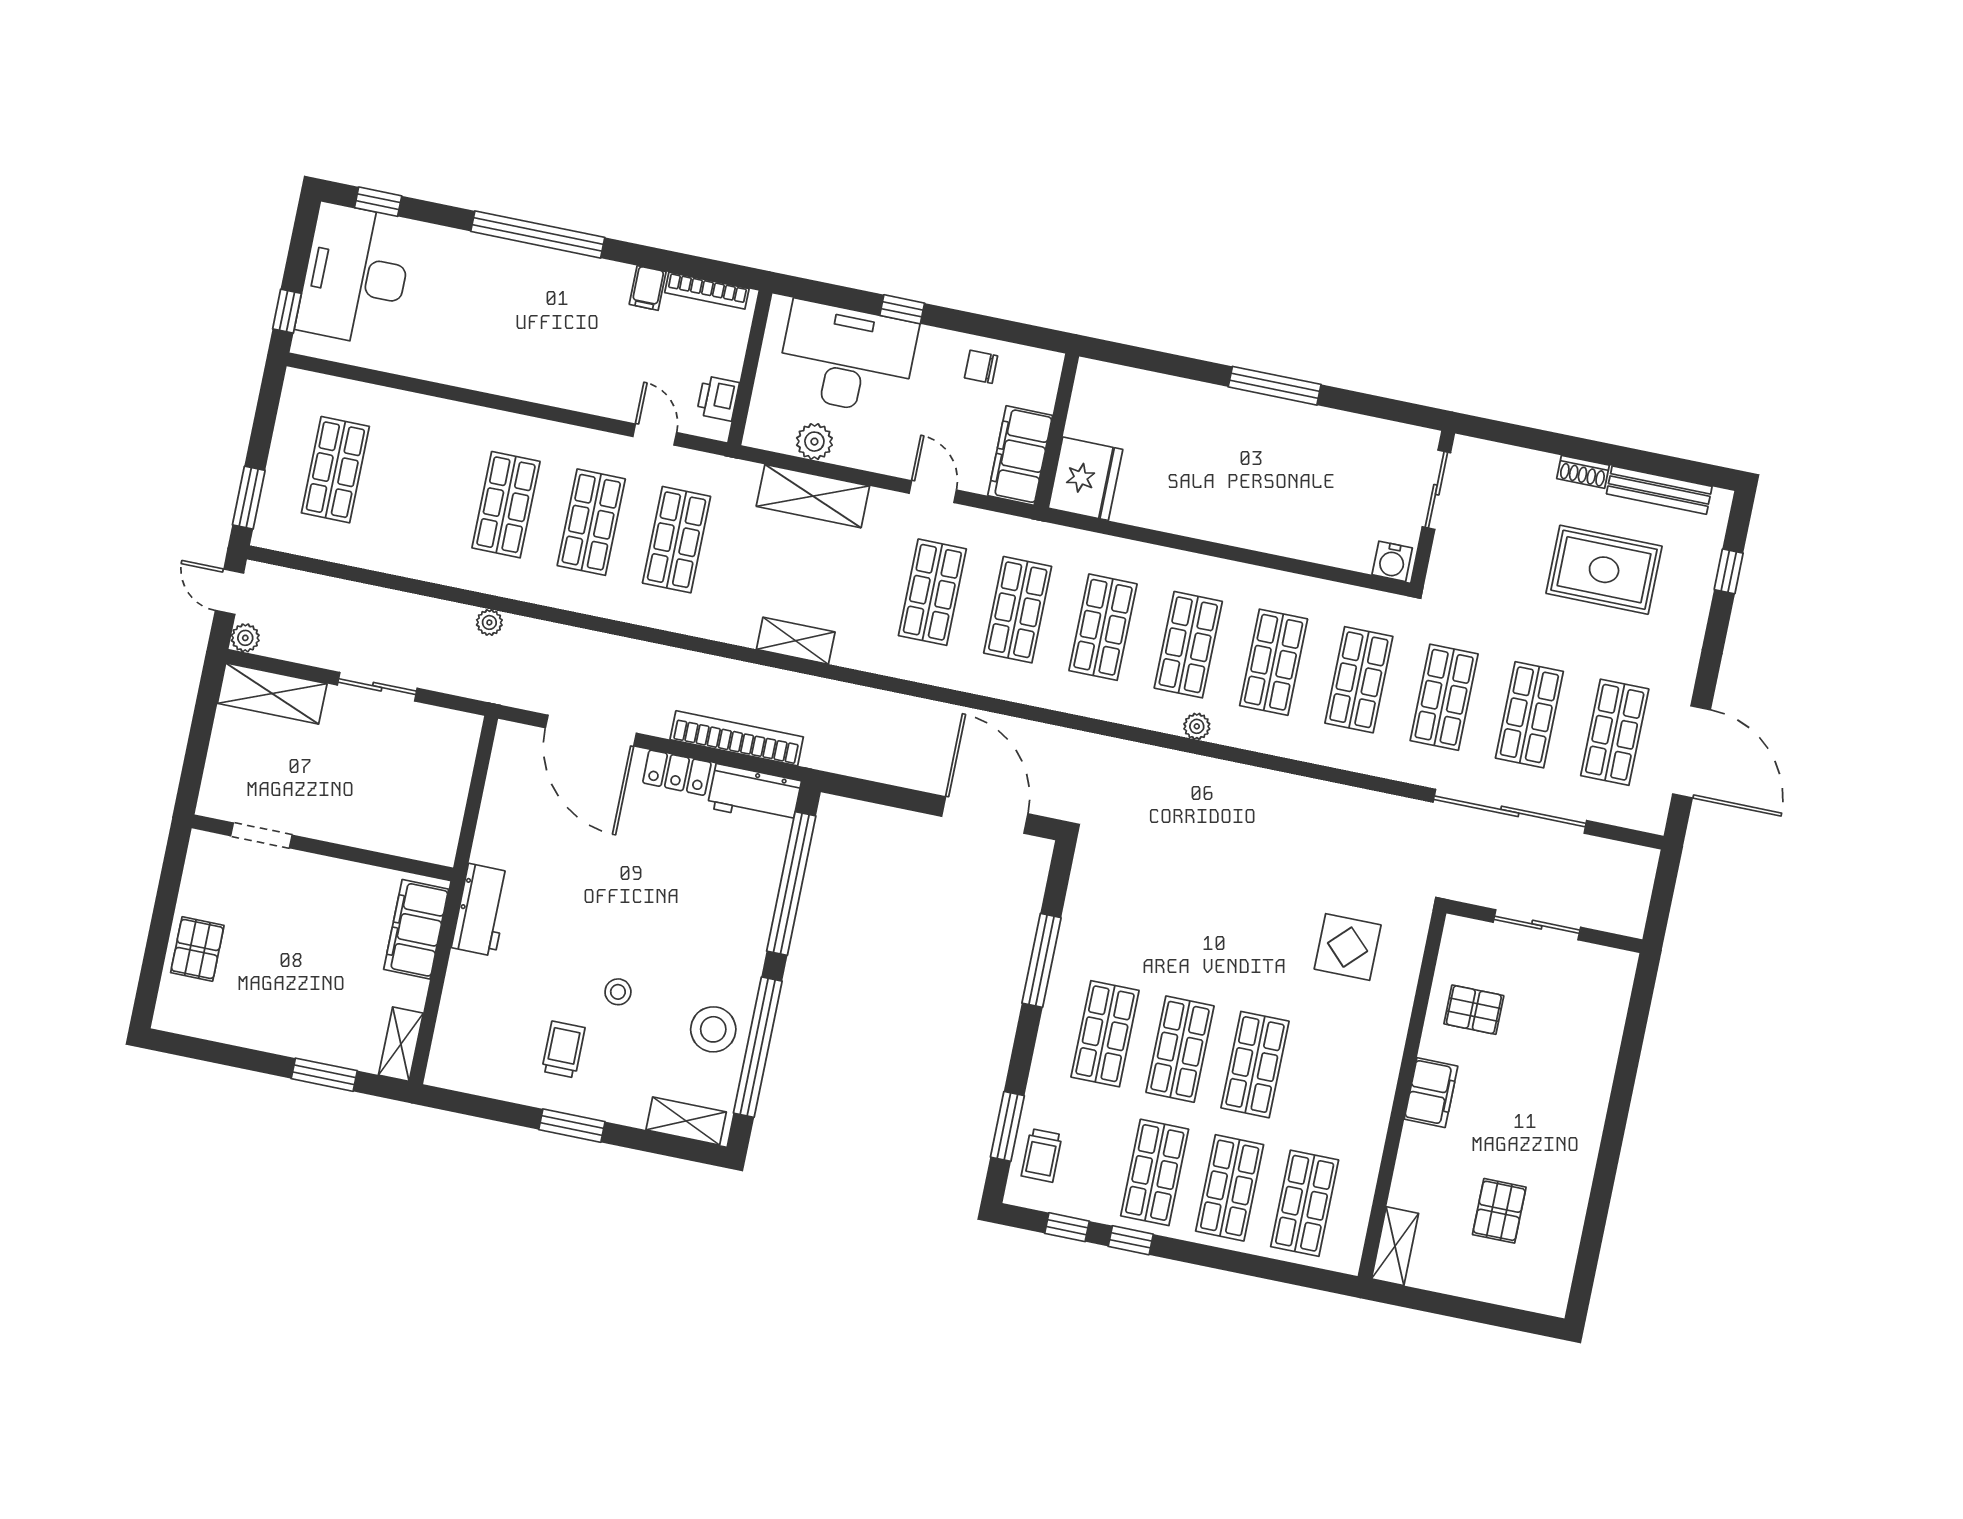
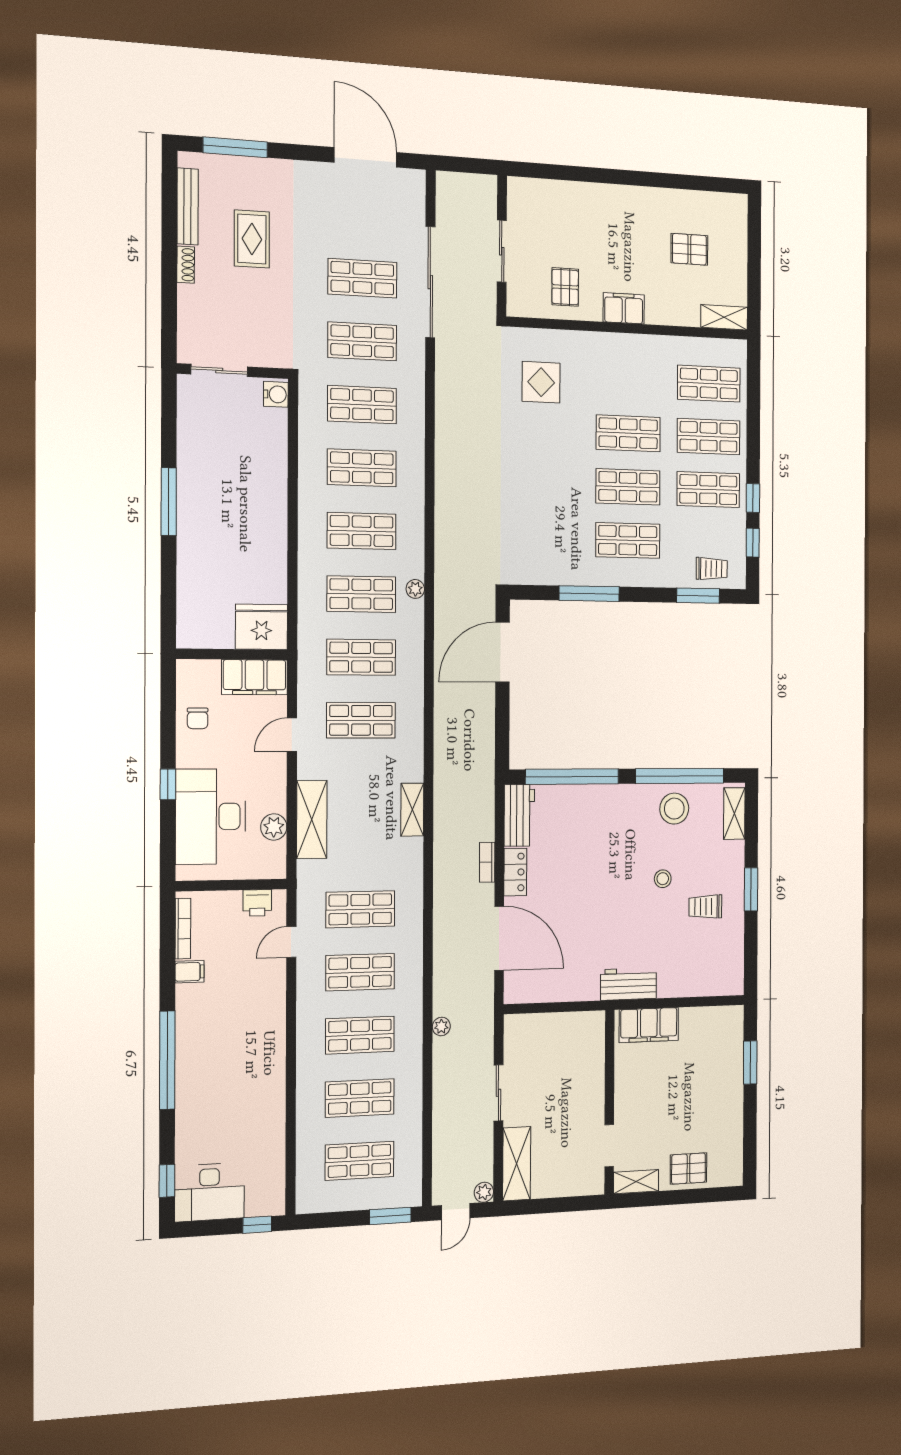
desk: (355, 275) -> (209, 1192), width x0.73, depth x0.77
rug: (1604, 570) -> (252, 239), width x0.73, depth x0.70
window: (1729, 571) -> (235, 147), width x2.17
plant: (1197, 726) -> (415, 589), moved
door: (591, 731) -> (499, 938), hinge flipped
shop shelf: (1615, 732) -> (360, 1098), moved
bookcase: (737, 738) -> (487, 862), width x0.43, depth x0.76
door: (1692, 752) -> (365, 157), hinge flipped
shelving: (401, 1044) -> (636, 1182), moved

